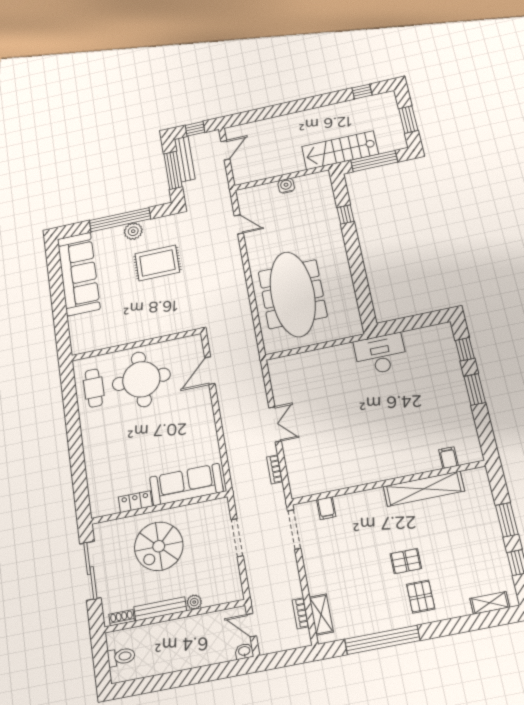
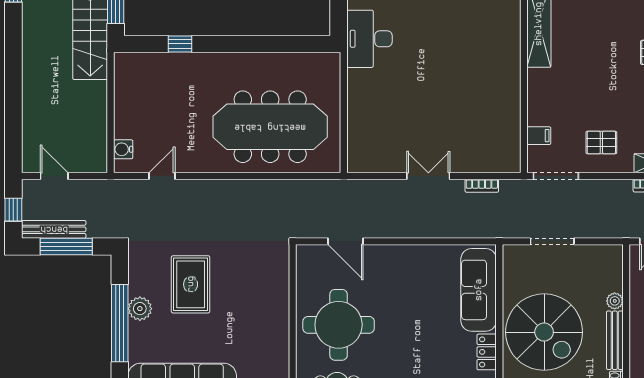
water cooler: (286, 186) -> (123, 149), moved
spiral stairs: (159, 546) -> (544, 332), width x1.37, depth x1.37
pallet: (406, 561) -> (601, 143), moved, turned 90

